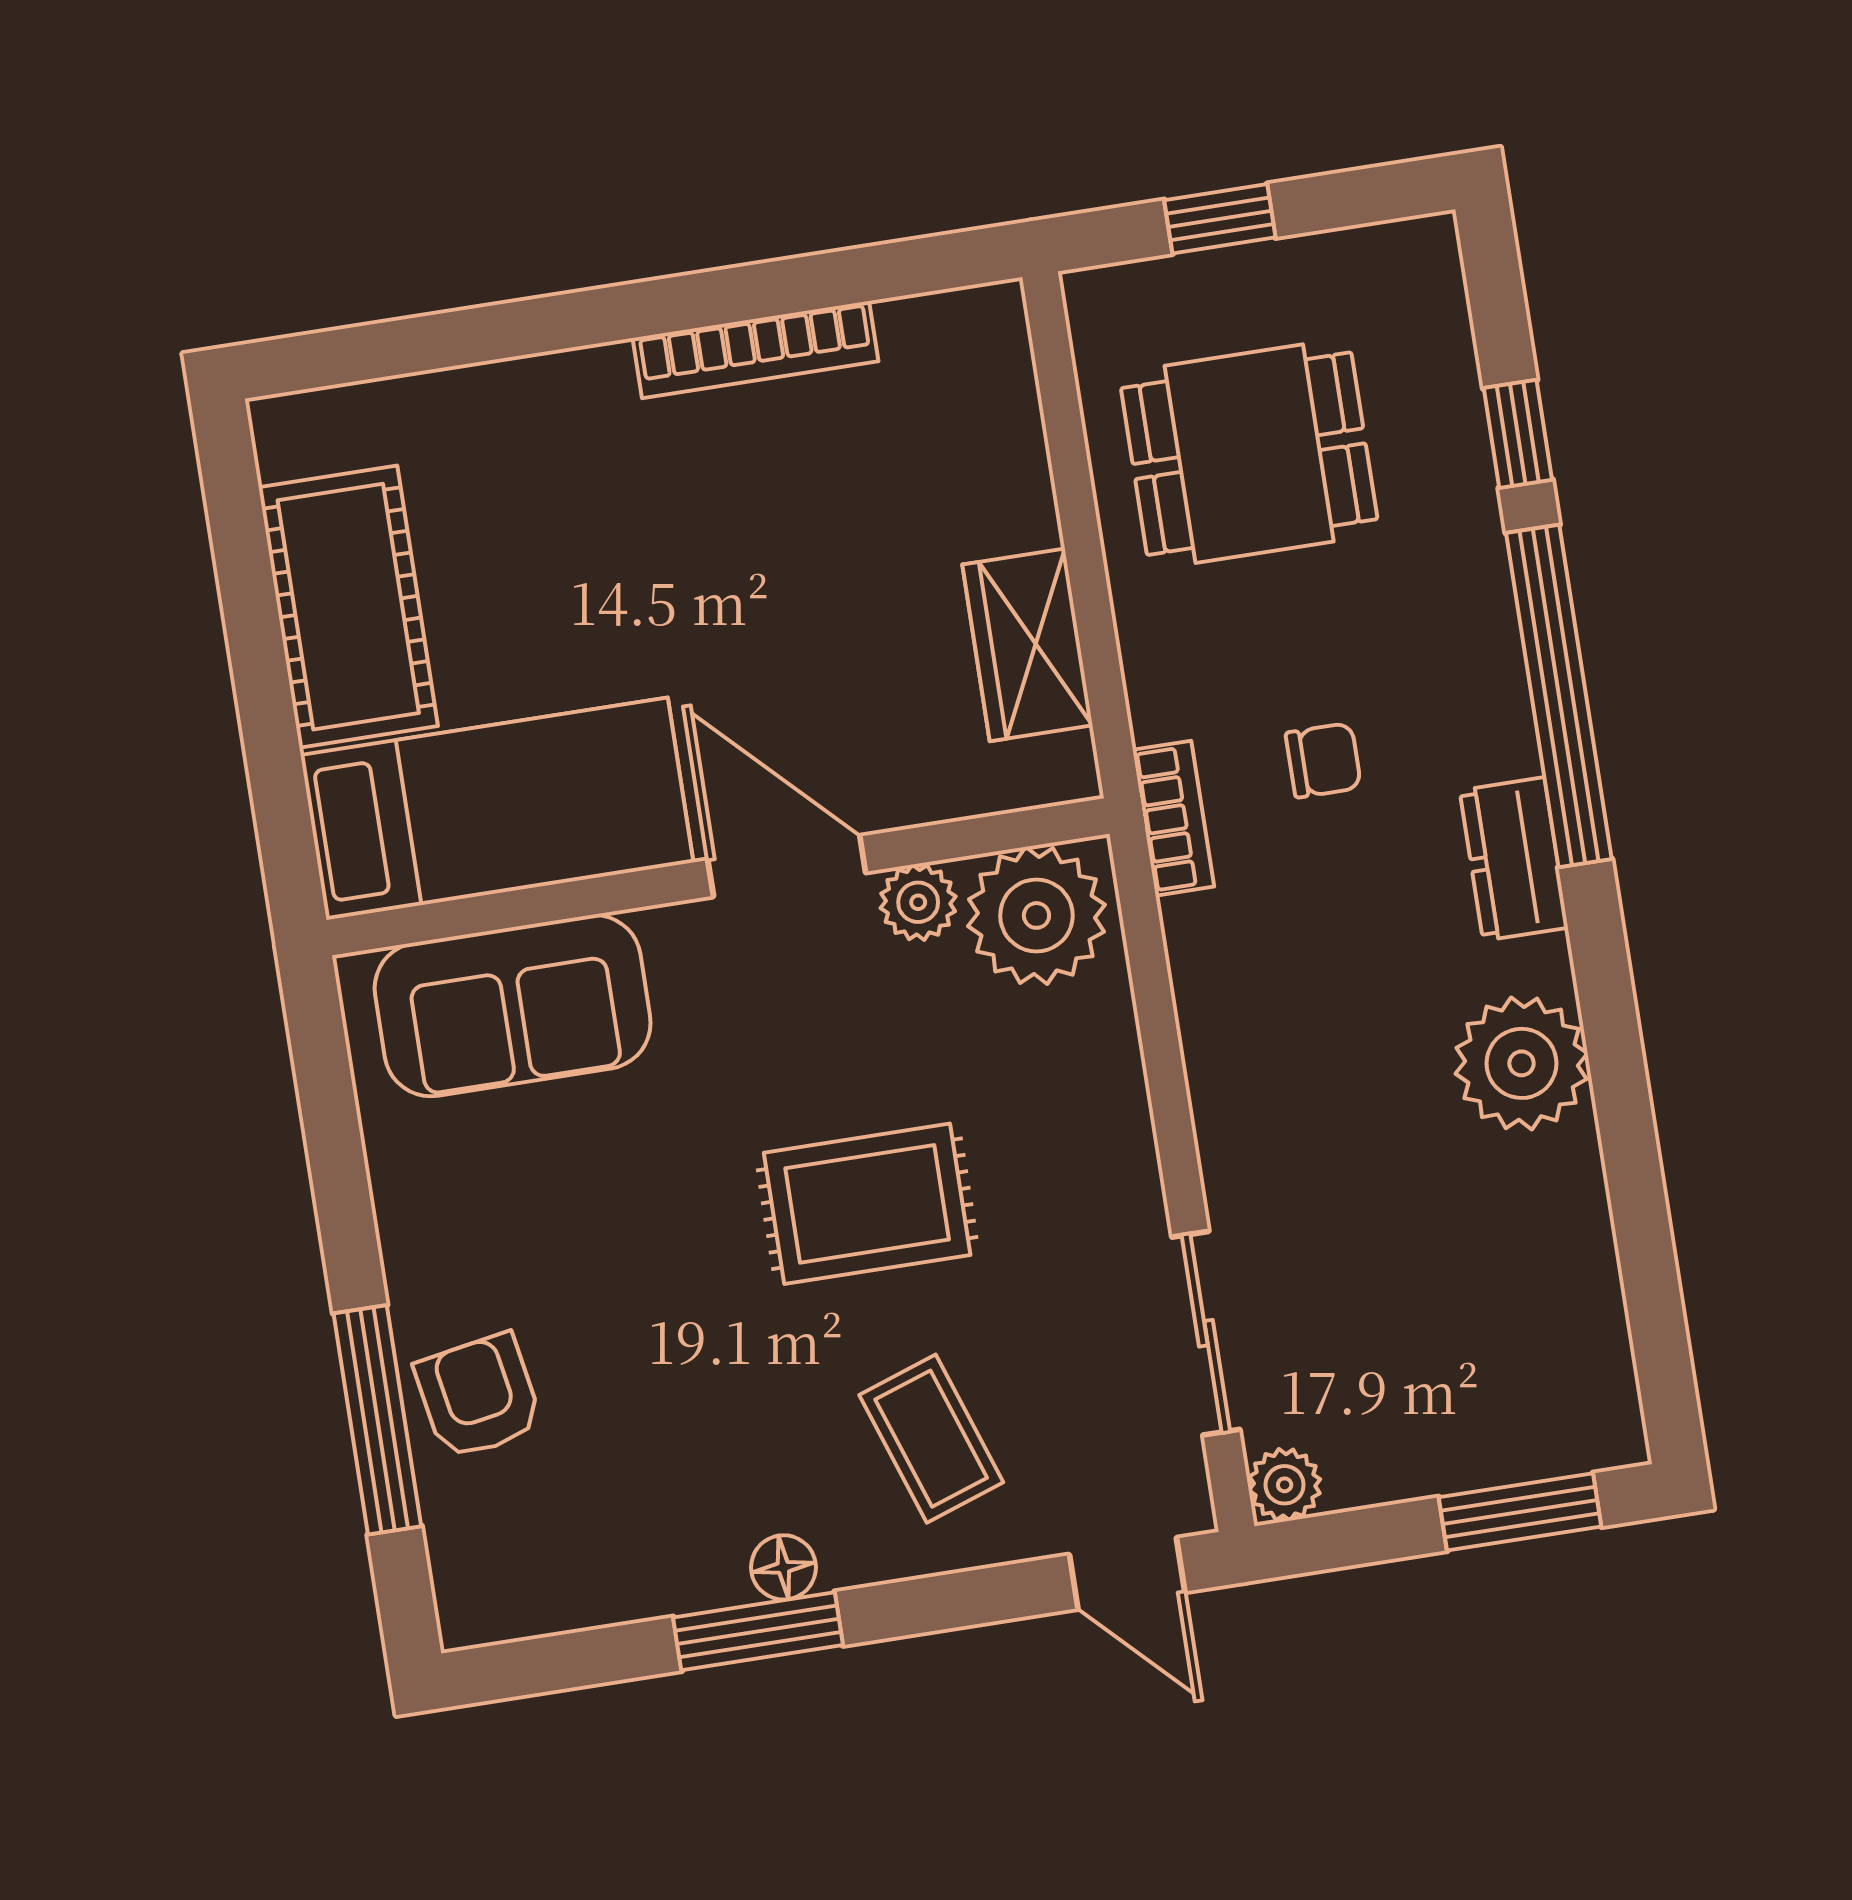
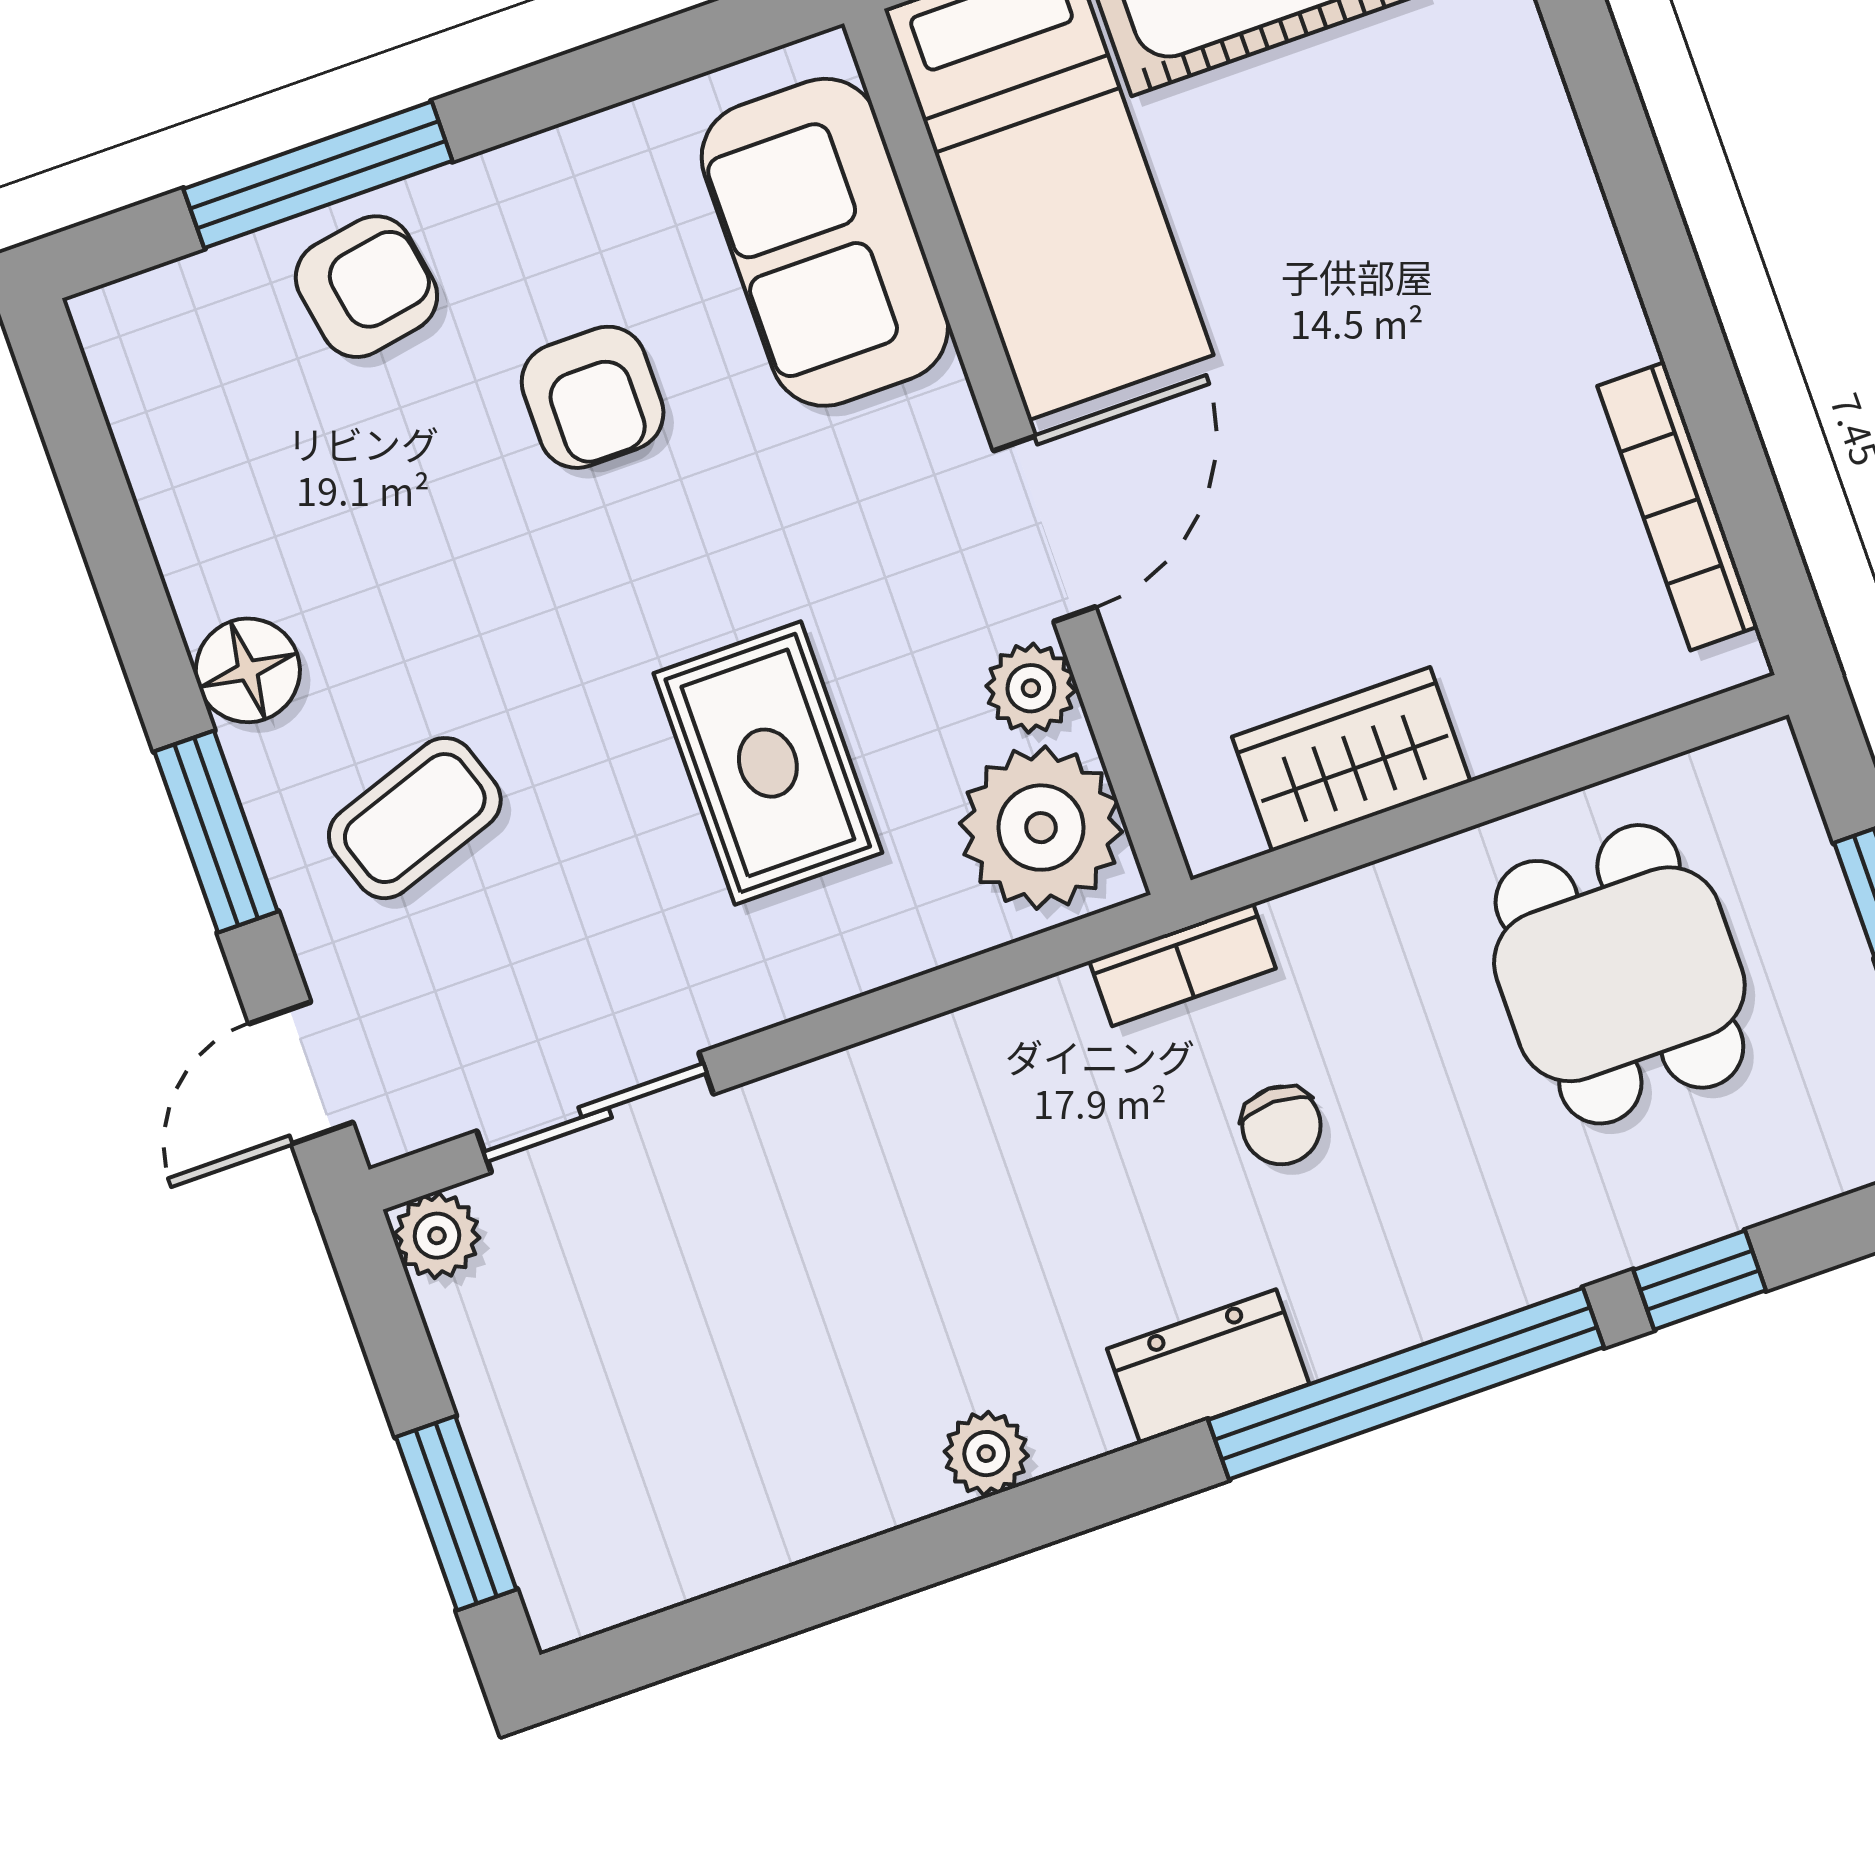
bookcase: (755, 350) -> (1678, 506), moved
plant: (1522, 1063) -> (986, 1454), width x0.53, depth x0.53
rug: (867, 1204) -> (768, 763), moved
armchair: (606, 1224) -> (593, 397), added
floor lamp: (783, 1567) -> (248, 670), width x1.37, depth x1.37
window: (758, 1631) -> (216, 832), moved

